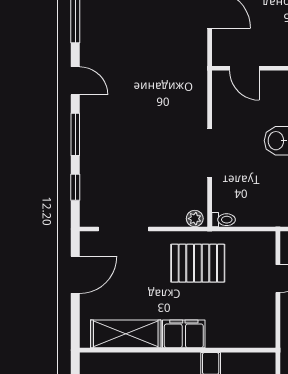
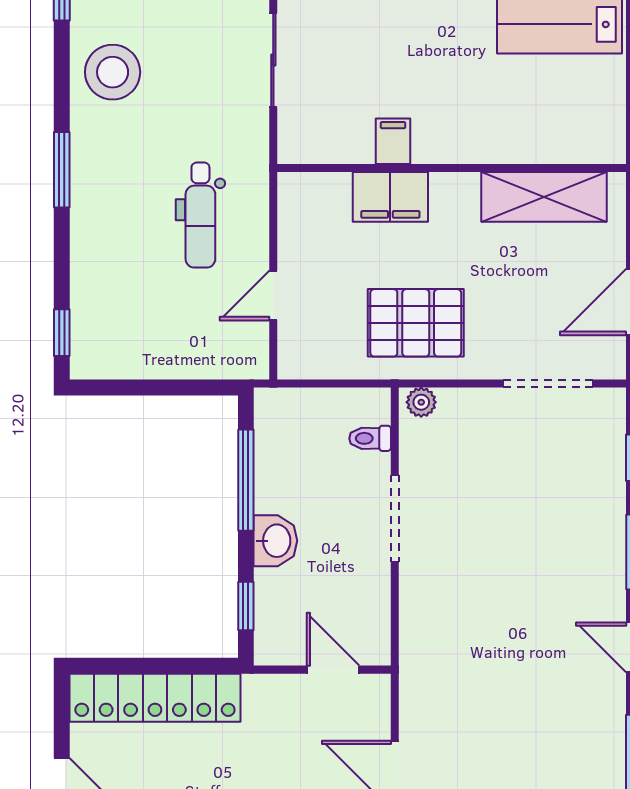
toilet: (223, 220) -> (370, 438), moved
filing cabinet: (184, 334) -> (390, 197), moved

